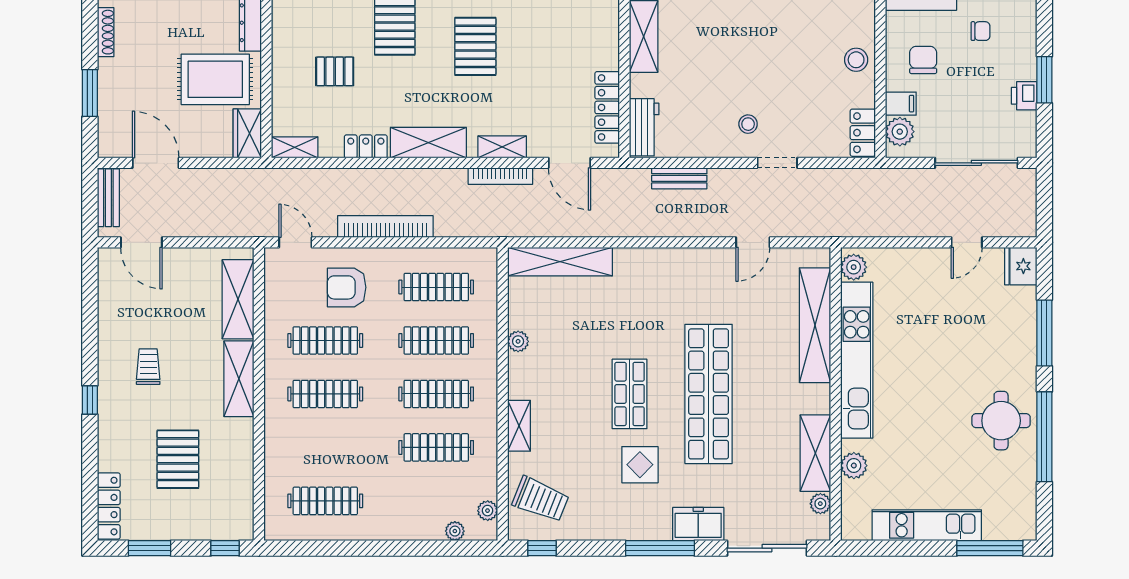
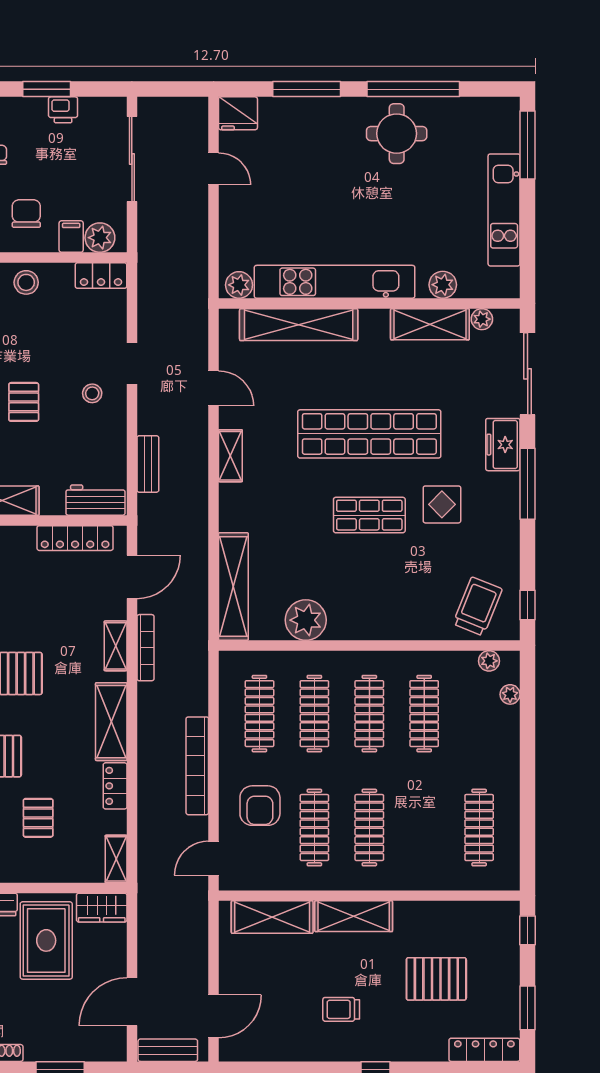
pallet: (740, 57) -> (24, 402), added
chair: (923, 60) -> (26, 214), turned 90
plant: (518, 341) -> (306, 620), width x1.88, depth x1.88
shelving: (519, 426) -> (230, 456), moved, turned 90

